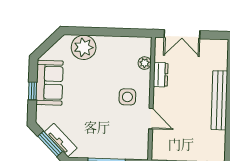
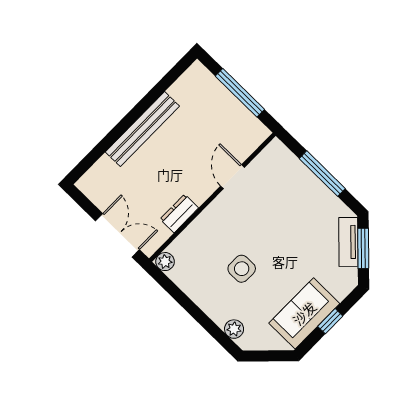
plant: (84, 47) -> (234, 329), width x0.53, depth x0.53
plant: (145, 63) -> (165, 262), moved
side table: (127, 97) -> (242, 269), moved

